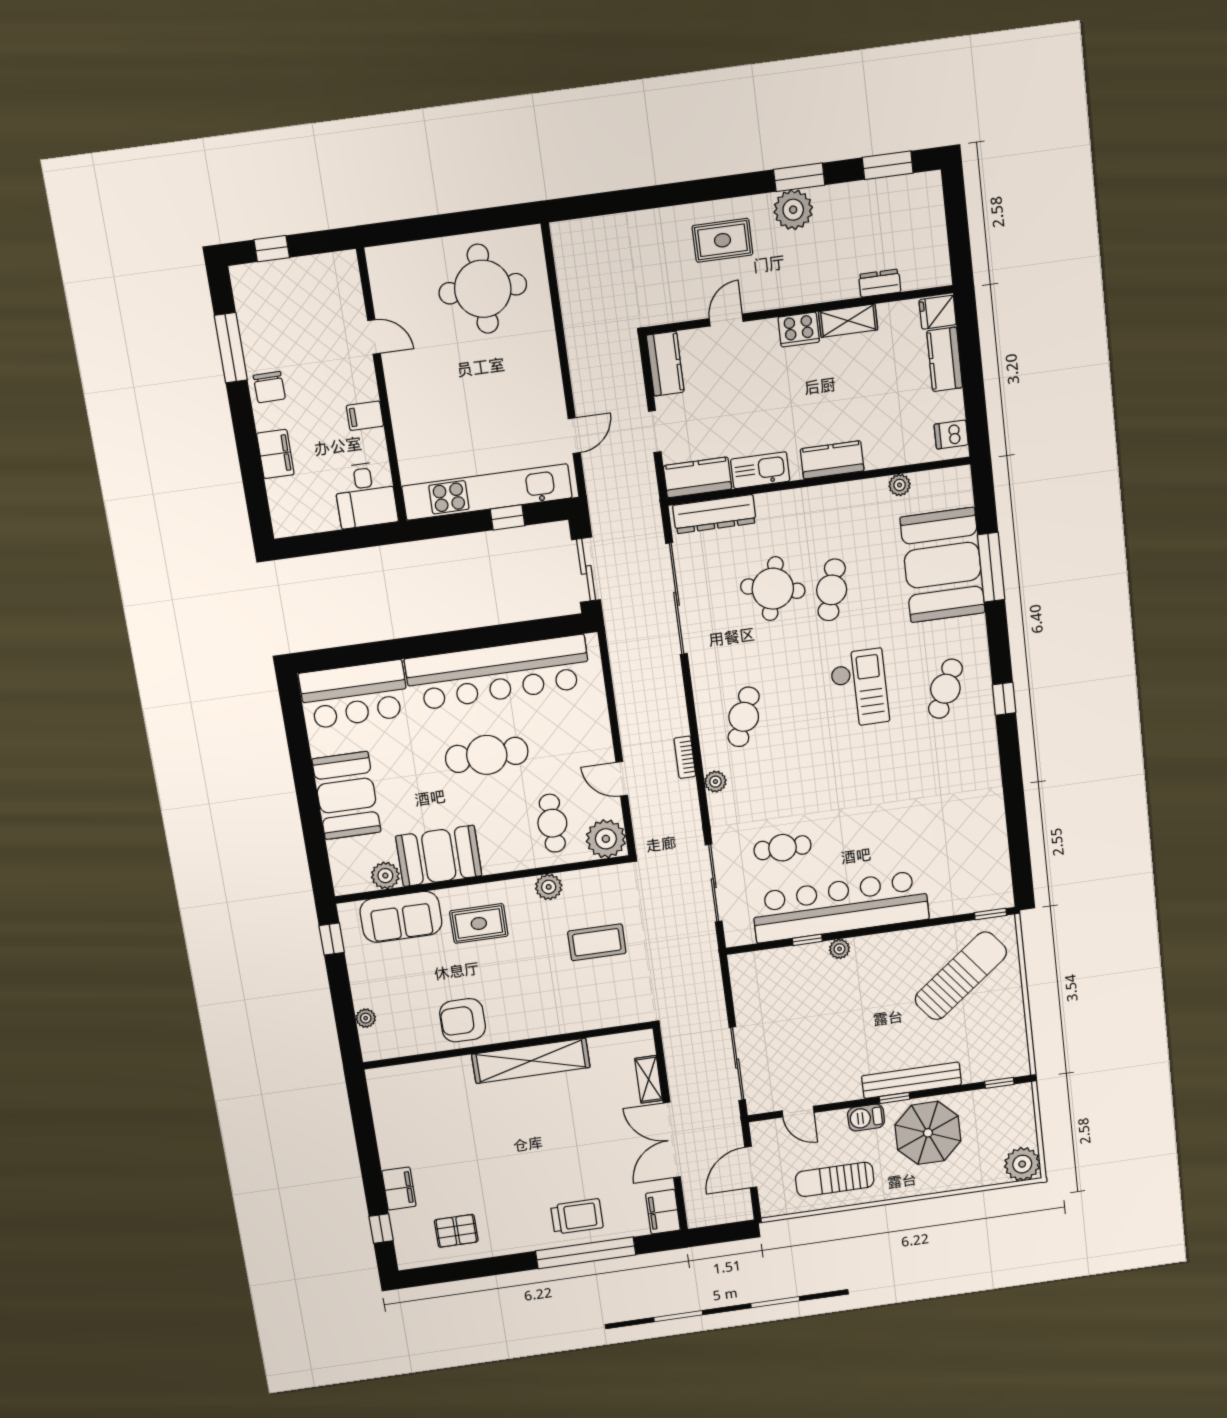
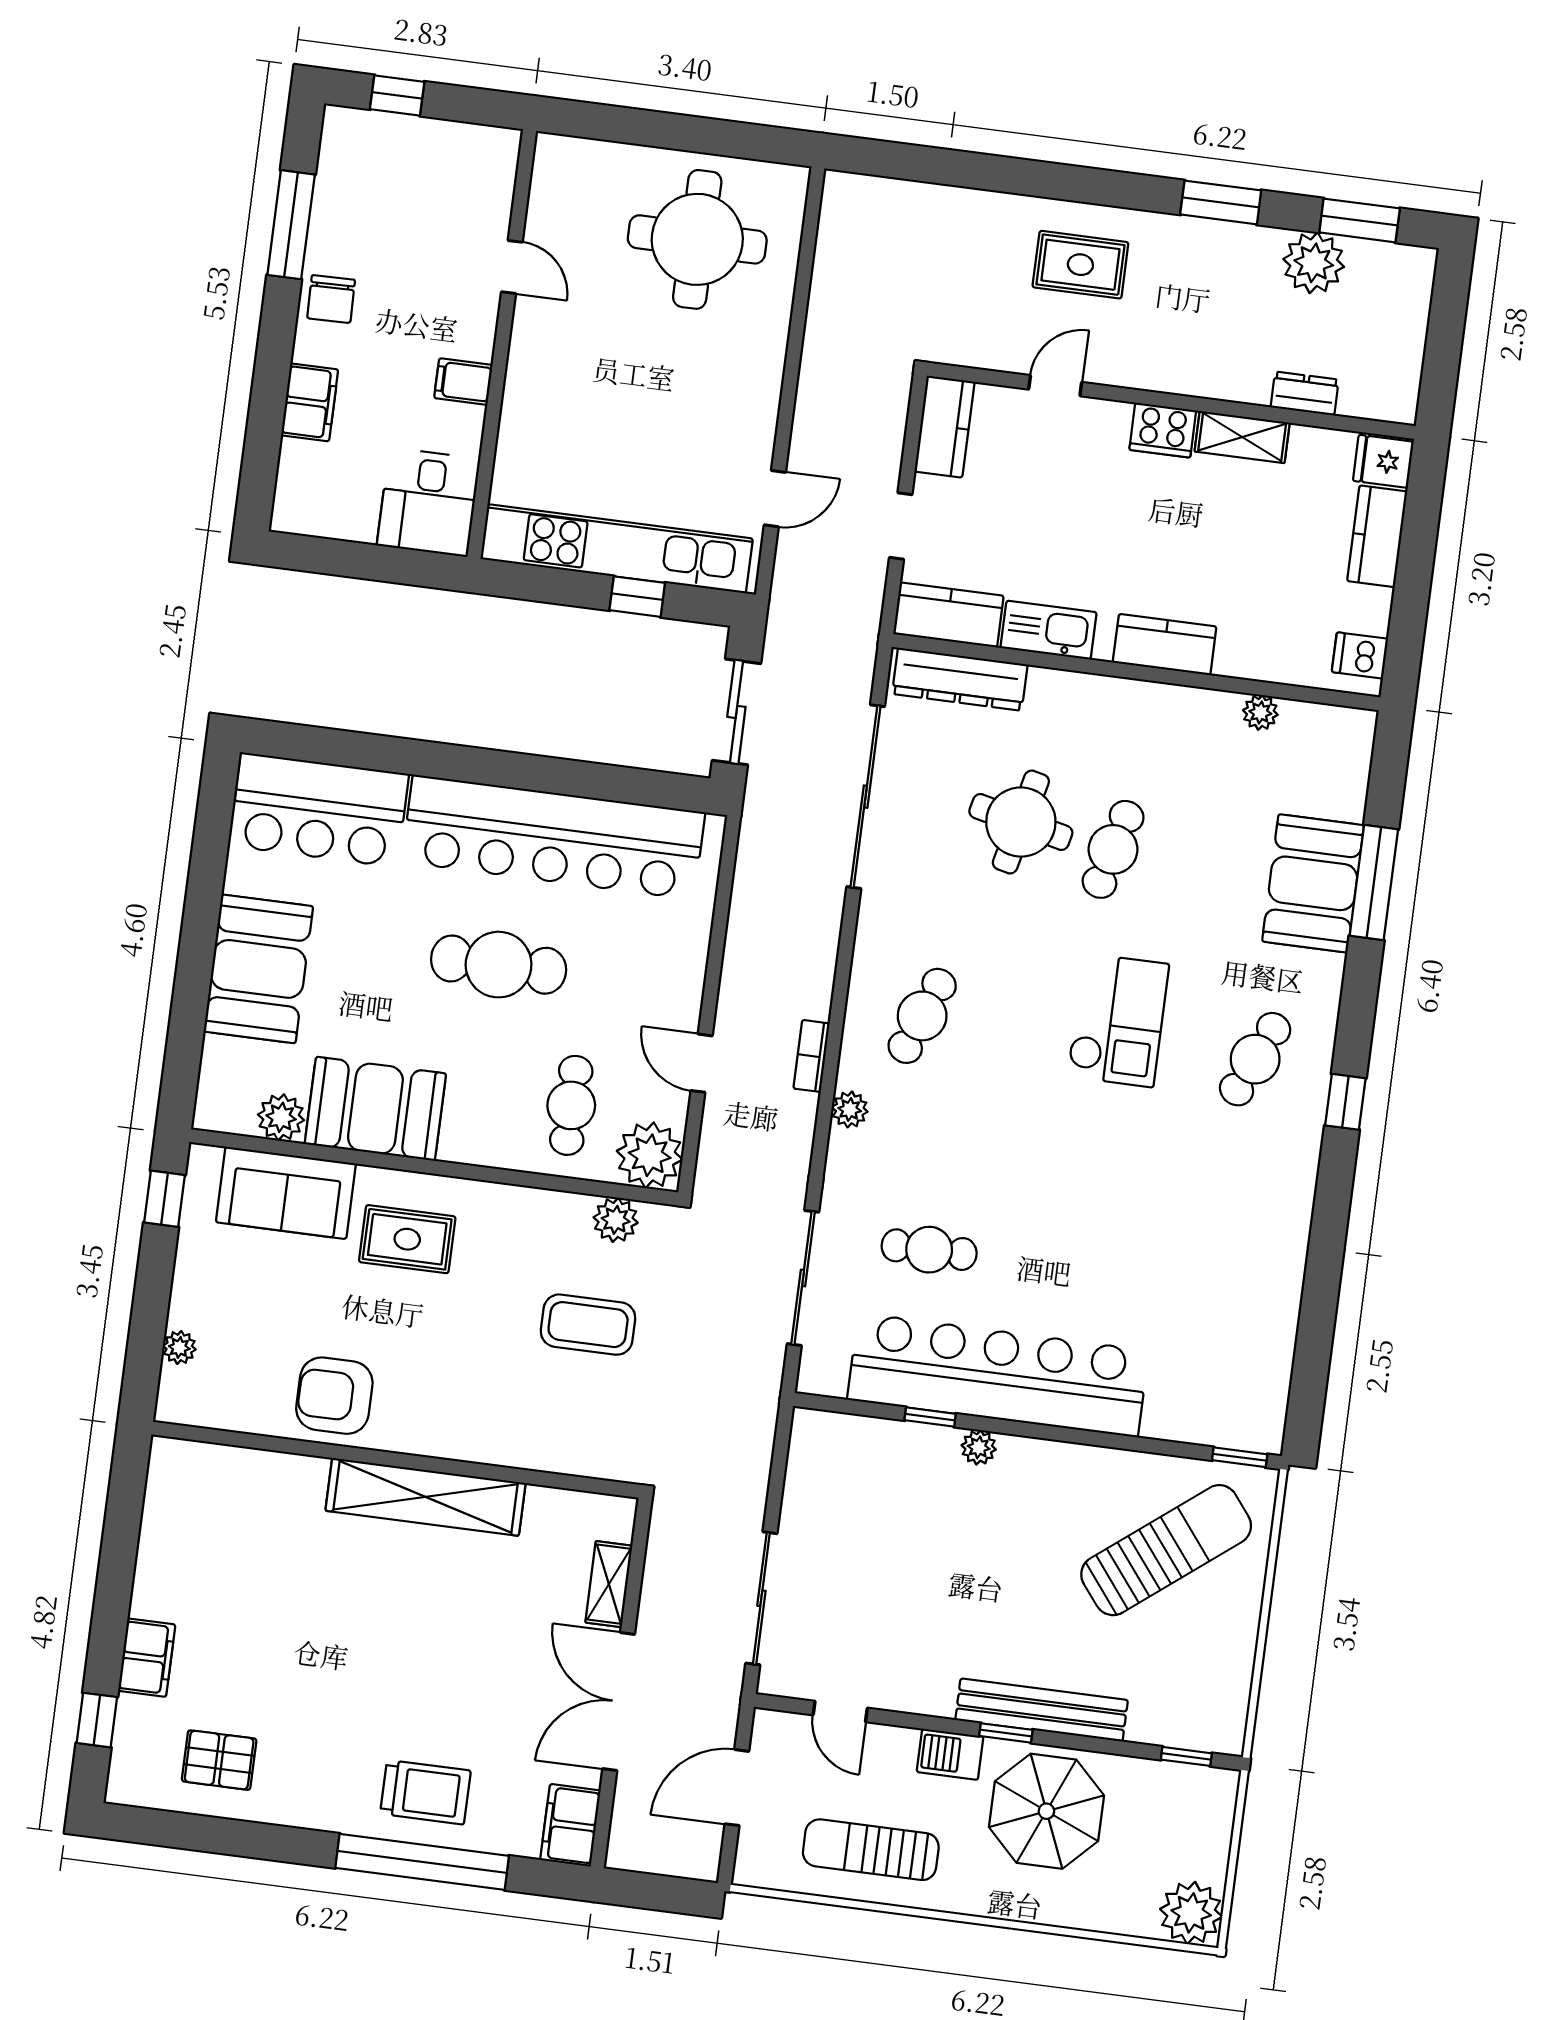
plant: (793, 210) -> (1314, 263), moved
booth: (943, 565) -> (1313, 883), width x0.73, depth x0.70
plant: (549, 887) -> (616, 1220), moved

